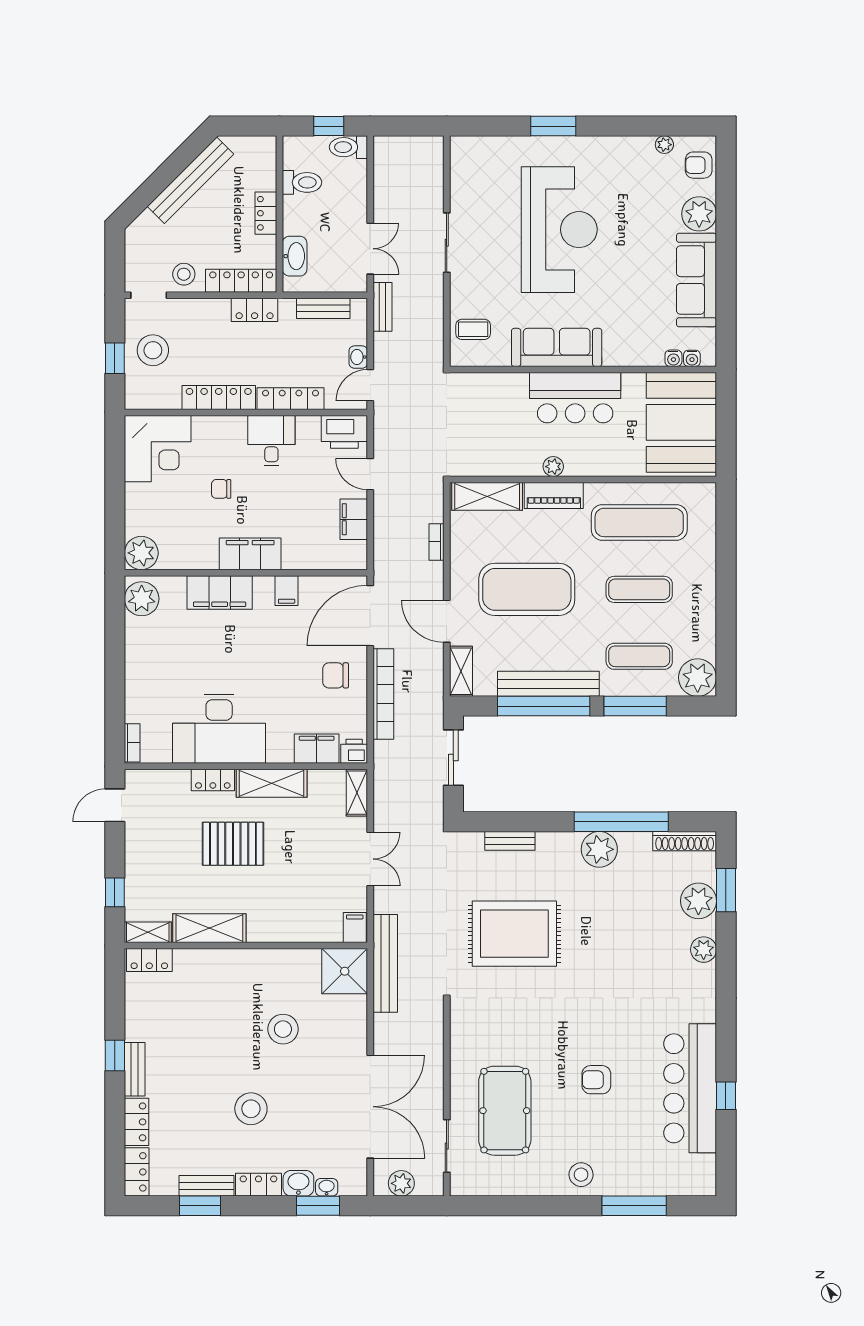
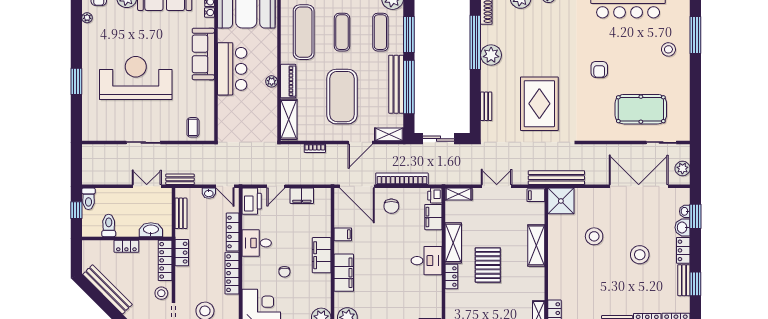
sofa: (557, 347) -> (203, 54), moved
desk: (219, 729) -> (426, 261), width x0.53, depth x0.77
shelving: (209, 928) -> (536, 245), moved
armchair: (596, 1080) -> (599, 69), moved
stool: (581, 1175) -> (668, 49), moved

